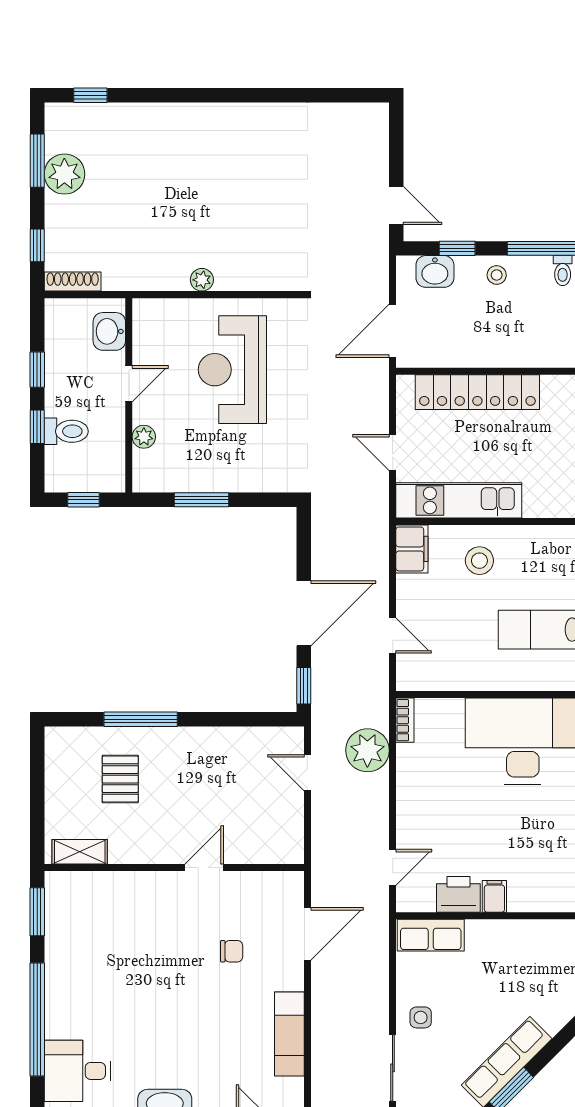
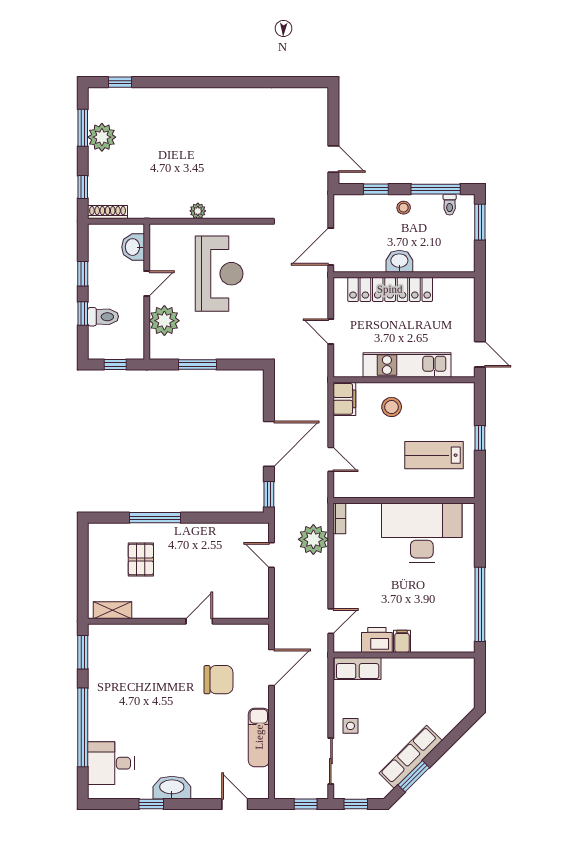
washbasin: (435, 271) -> (399, 261), moved, turned 180
reception desk: (232, 370) -> (219, 274), turned 180
plant: (144, 437) -> (164, 321), width x1.88, depth x1.88
kitchen unit: (459, 500) -> (407, 365), moved
chair: (232, 951) -> (218, 680), width x1.87, depth x1.87

